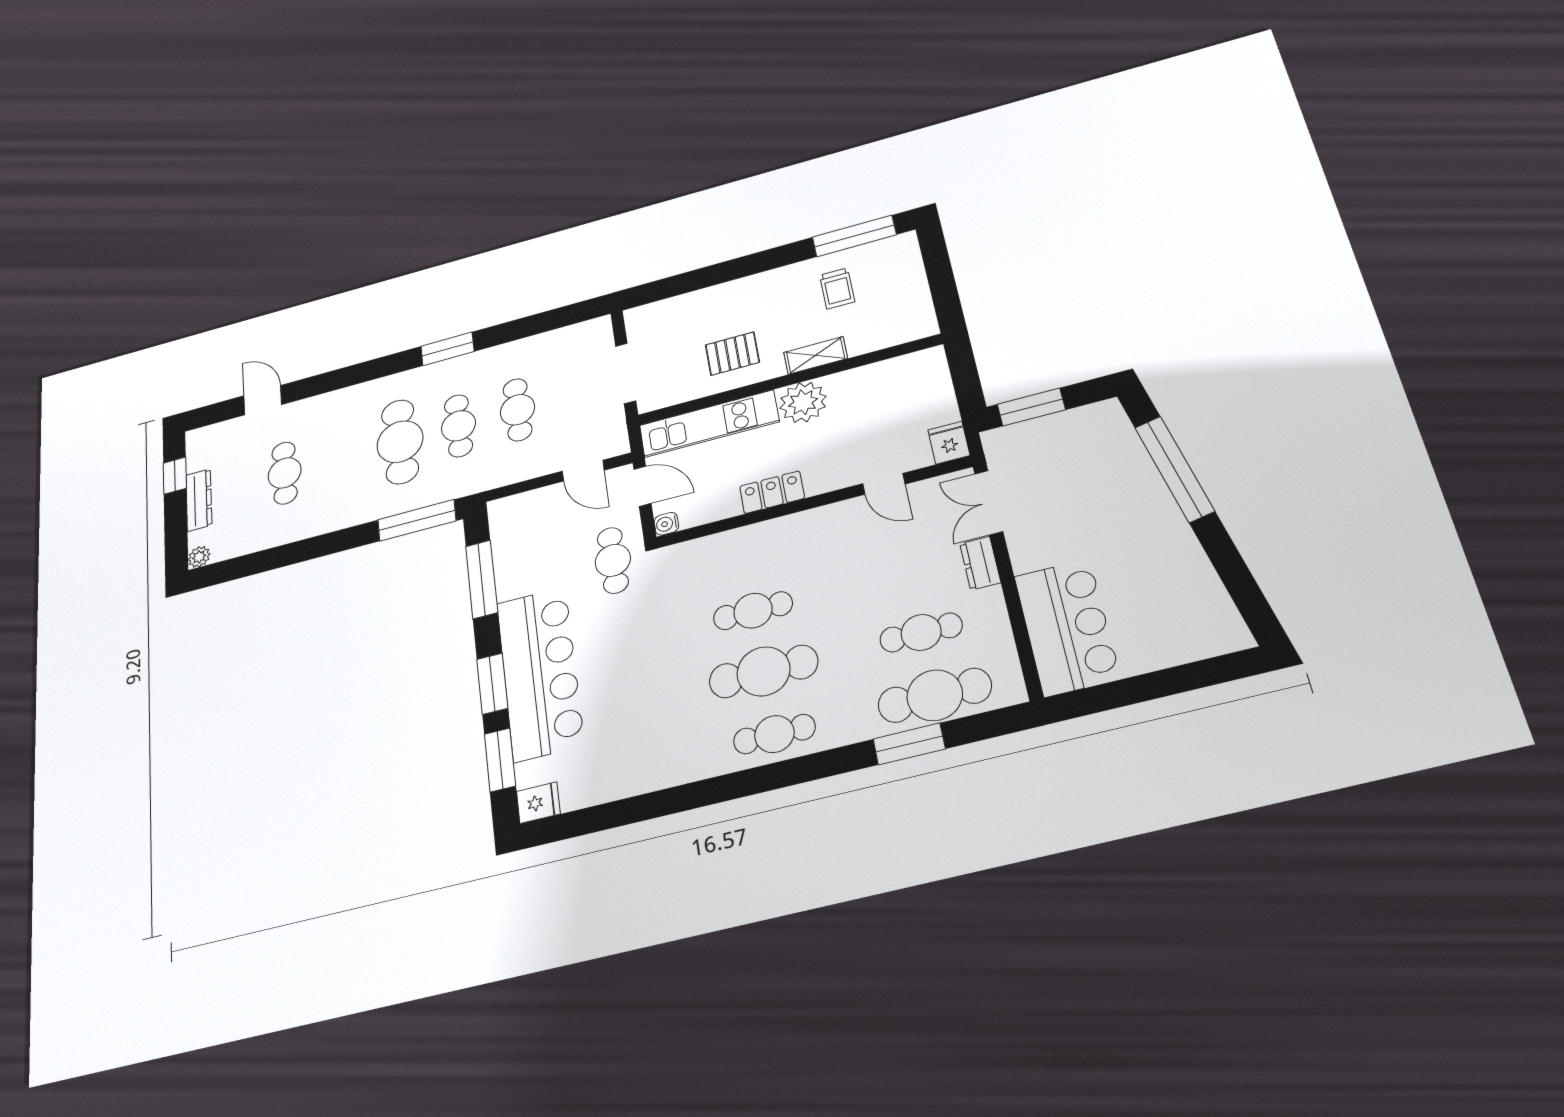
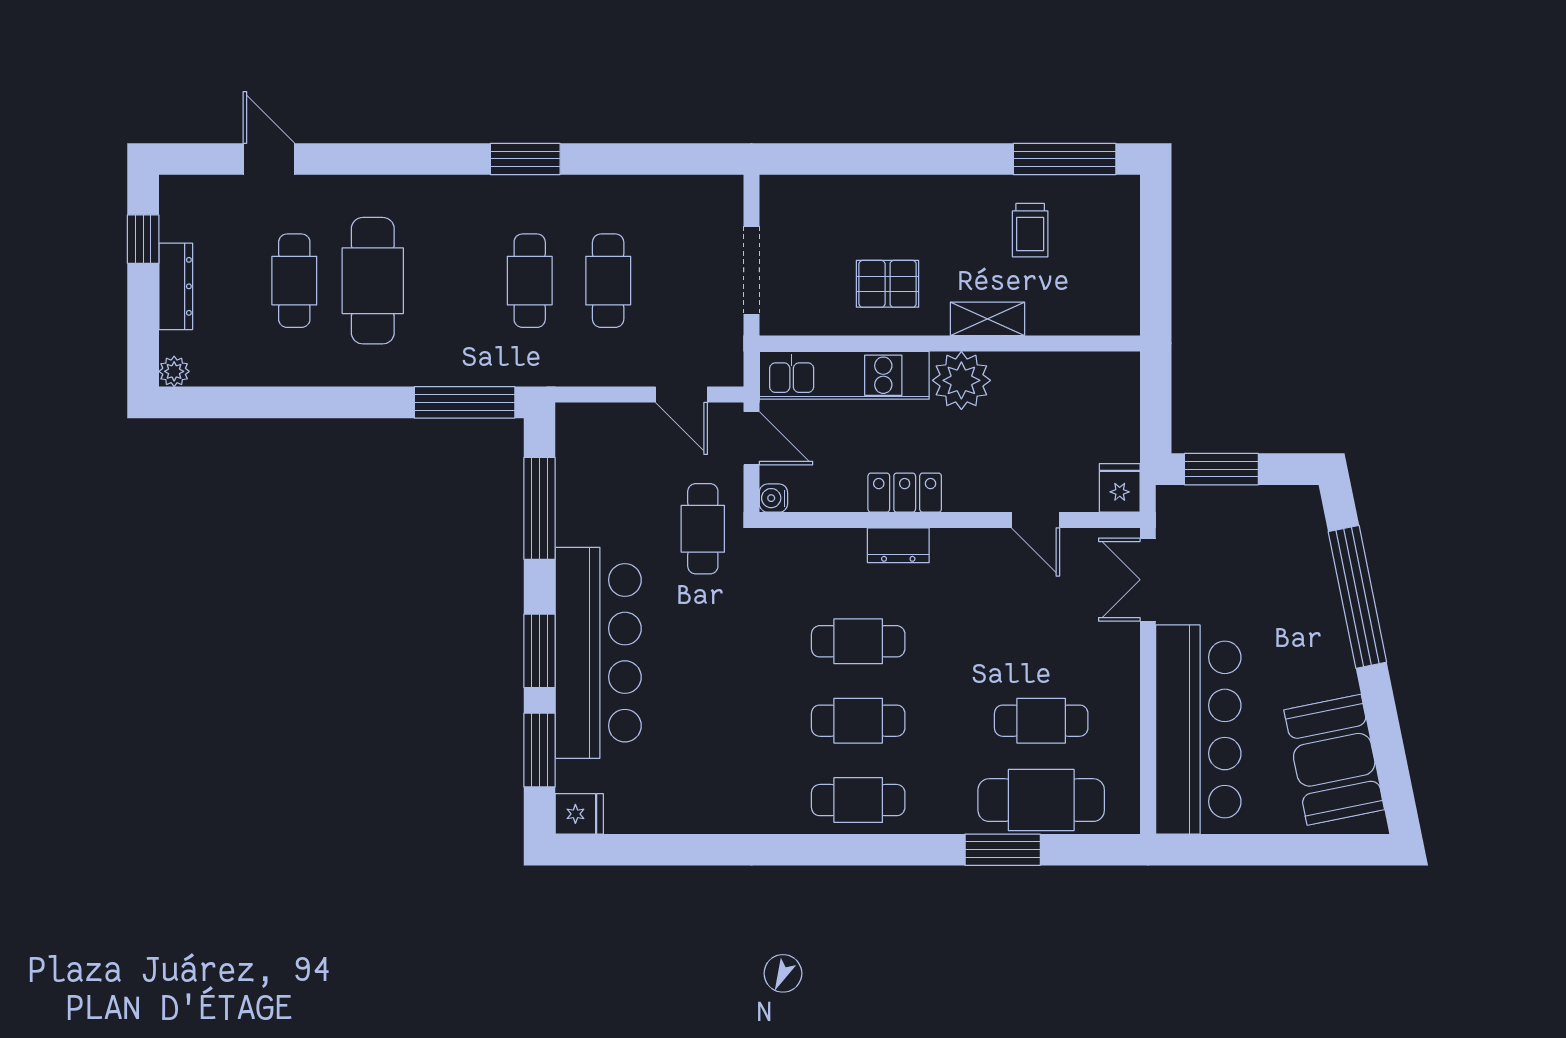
cafe table: (400, 442) -> (373, 281), moved
dresser: (980, 563) -> (898, 545), moved, turned -90
booth: (1190, 599) -> (1334, 760), added
bar counter: (1067, 627) -> (1198, 729), width x1.36
cafe table: (764, 671) -> (858, 721), width x0.73, depth x0.74

